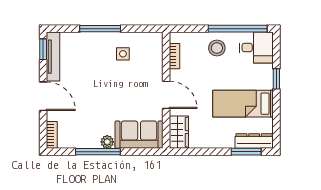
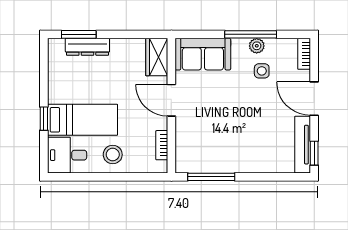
window: (100, 29) -> (211, 177), moved
window: (238, 29) -> (89, 177), removed
side table: (123, 54) -> (262, 71), moved
bed: (243, 104) -> (83, 120), moved
dresser: (254, 141) -> (87, 47), moved
plant: (107, 142) -> (257, 46), moved

